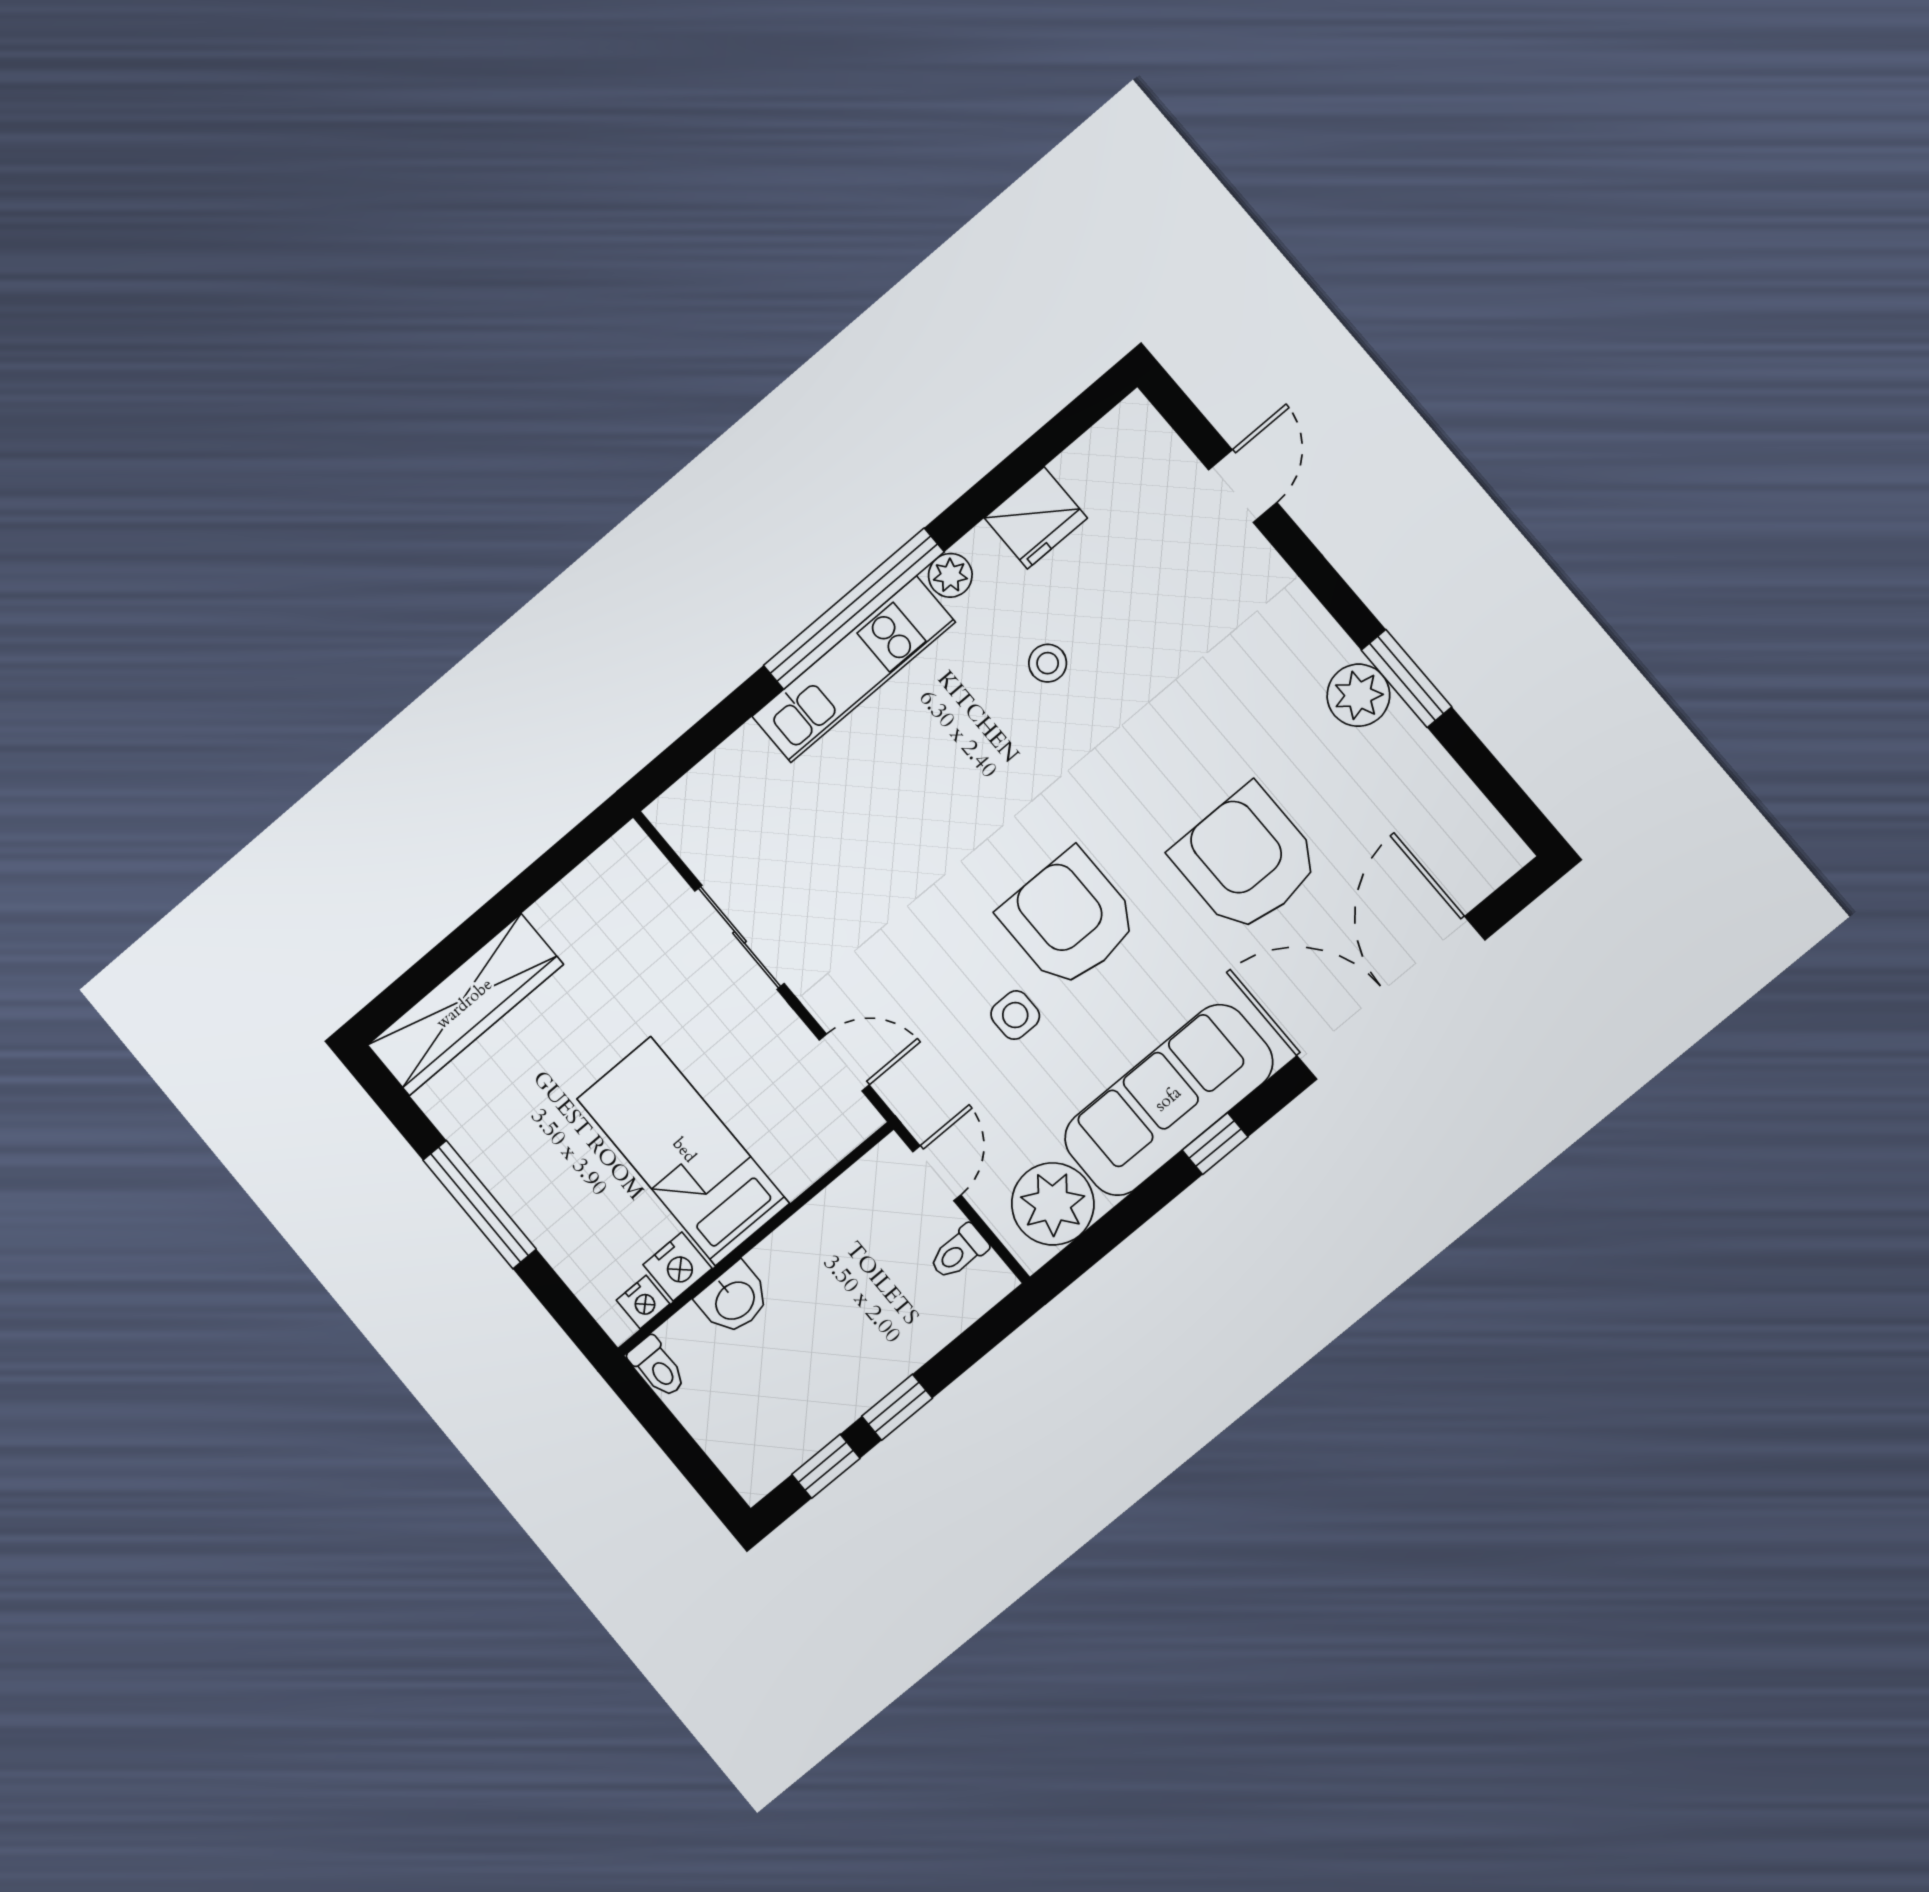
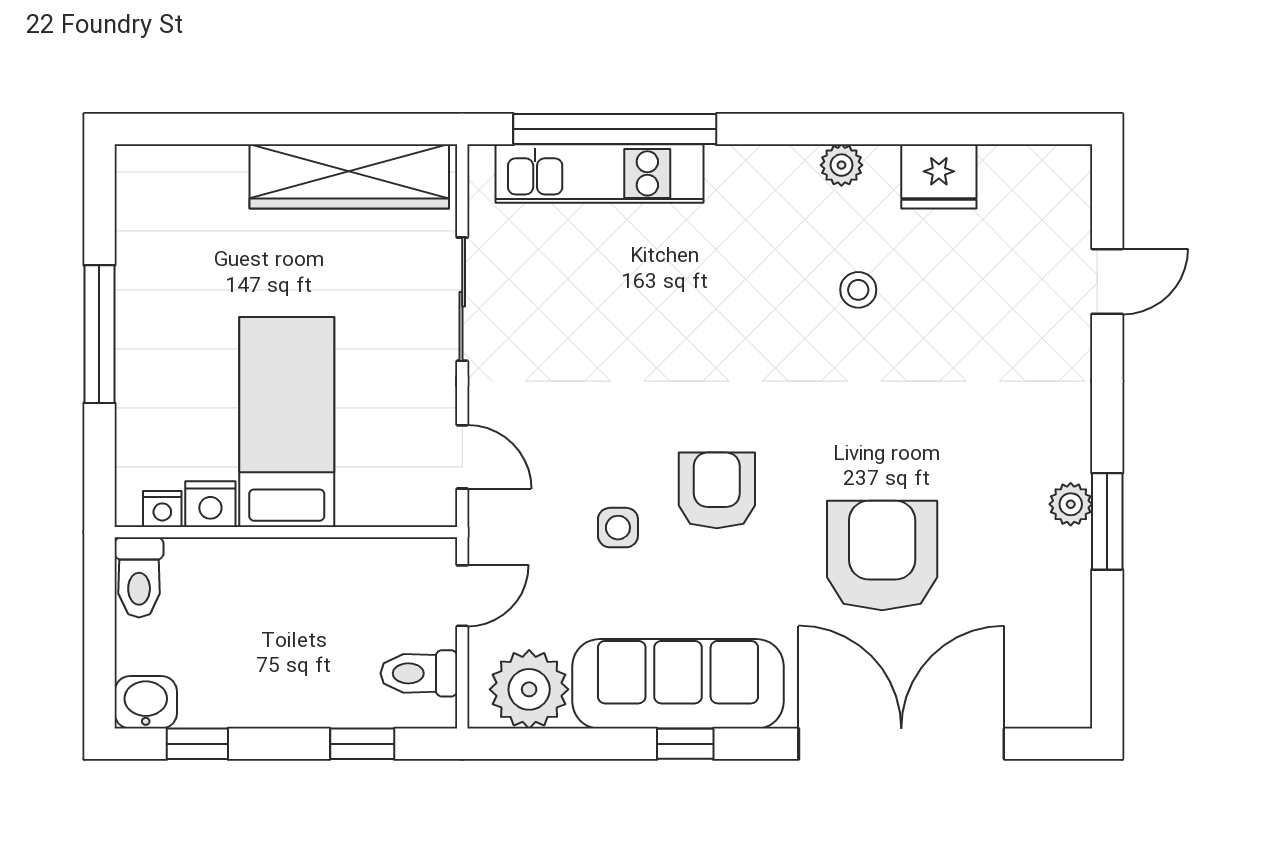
window: (854, 609) -> (615, 129), moved
kitchen unit: (854, 669) -> (600, 173), moved
plant: (1358, 695) -> (1071, 504), width x0.73, depth x0.73
armchair: (1069, 919) -> (717, 490), width x0.73, depth x0.73
wardrobe: (465, 1005) -> (349, 176), moved
toilet: (959, 1252) -> (419, 673), width x1.37, depth x1.39
washbasin: (734, 1299) -> (146, 702), moved, turned 180
toilet: (657, 1367) -> (139, 577), width x1.37, depth x1.39
window: (897, 1407) -> (362, 744), moved

